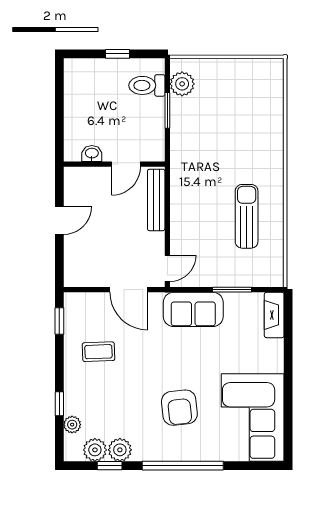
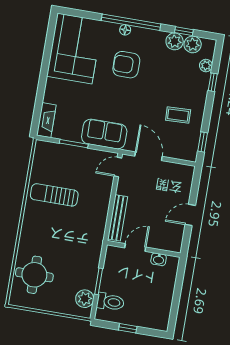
round table: (255, 104) -> (34, 275), added
sun lounger: (247, 216) -> (54, 195), turned 90
armchair: (179, 408) -> (126, 65), turned -84
floor lamp: (189, 454) -> (125, 30), added

